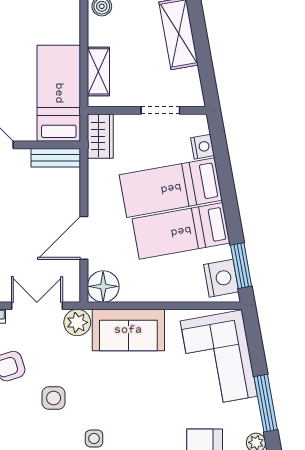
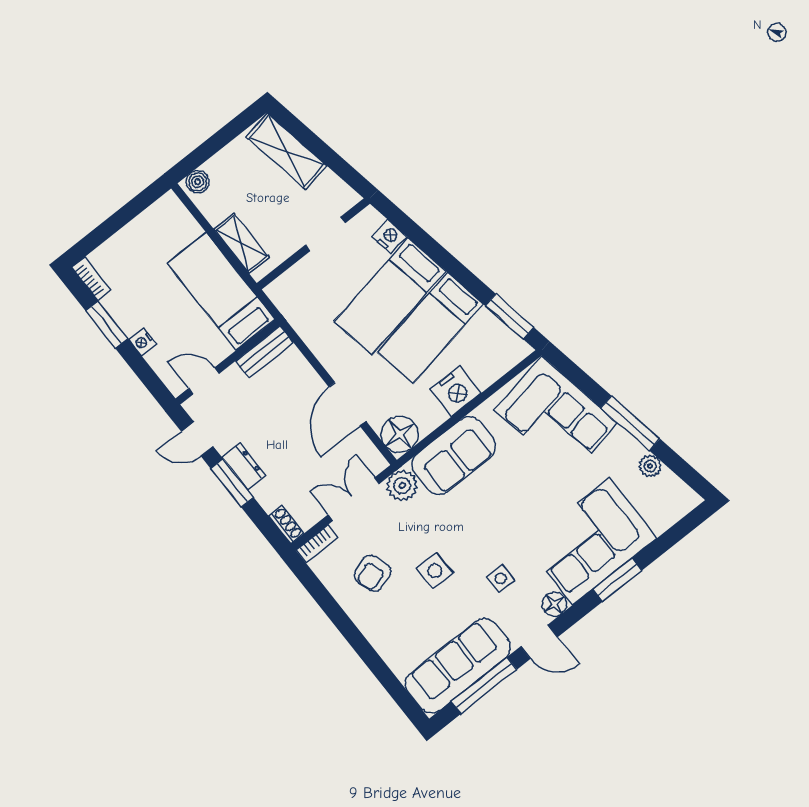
wardrobe: (100, 136) -> (289, 300), removed
nightstand: (221, 278) -> (456, 391), moved, turned 100

